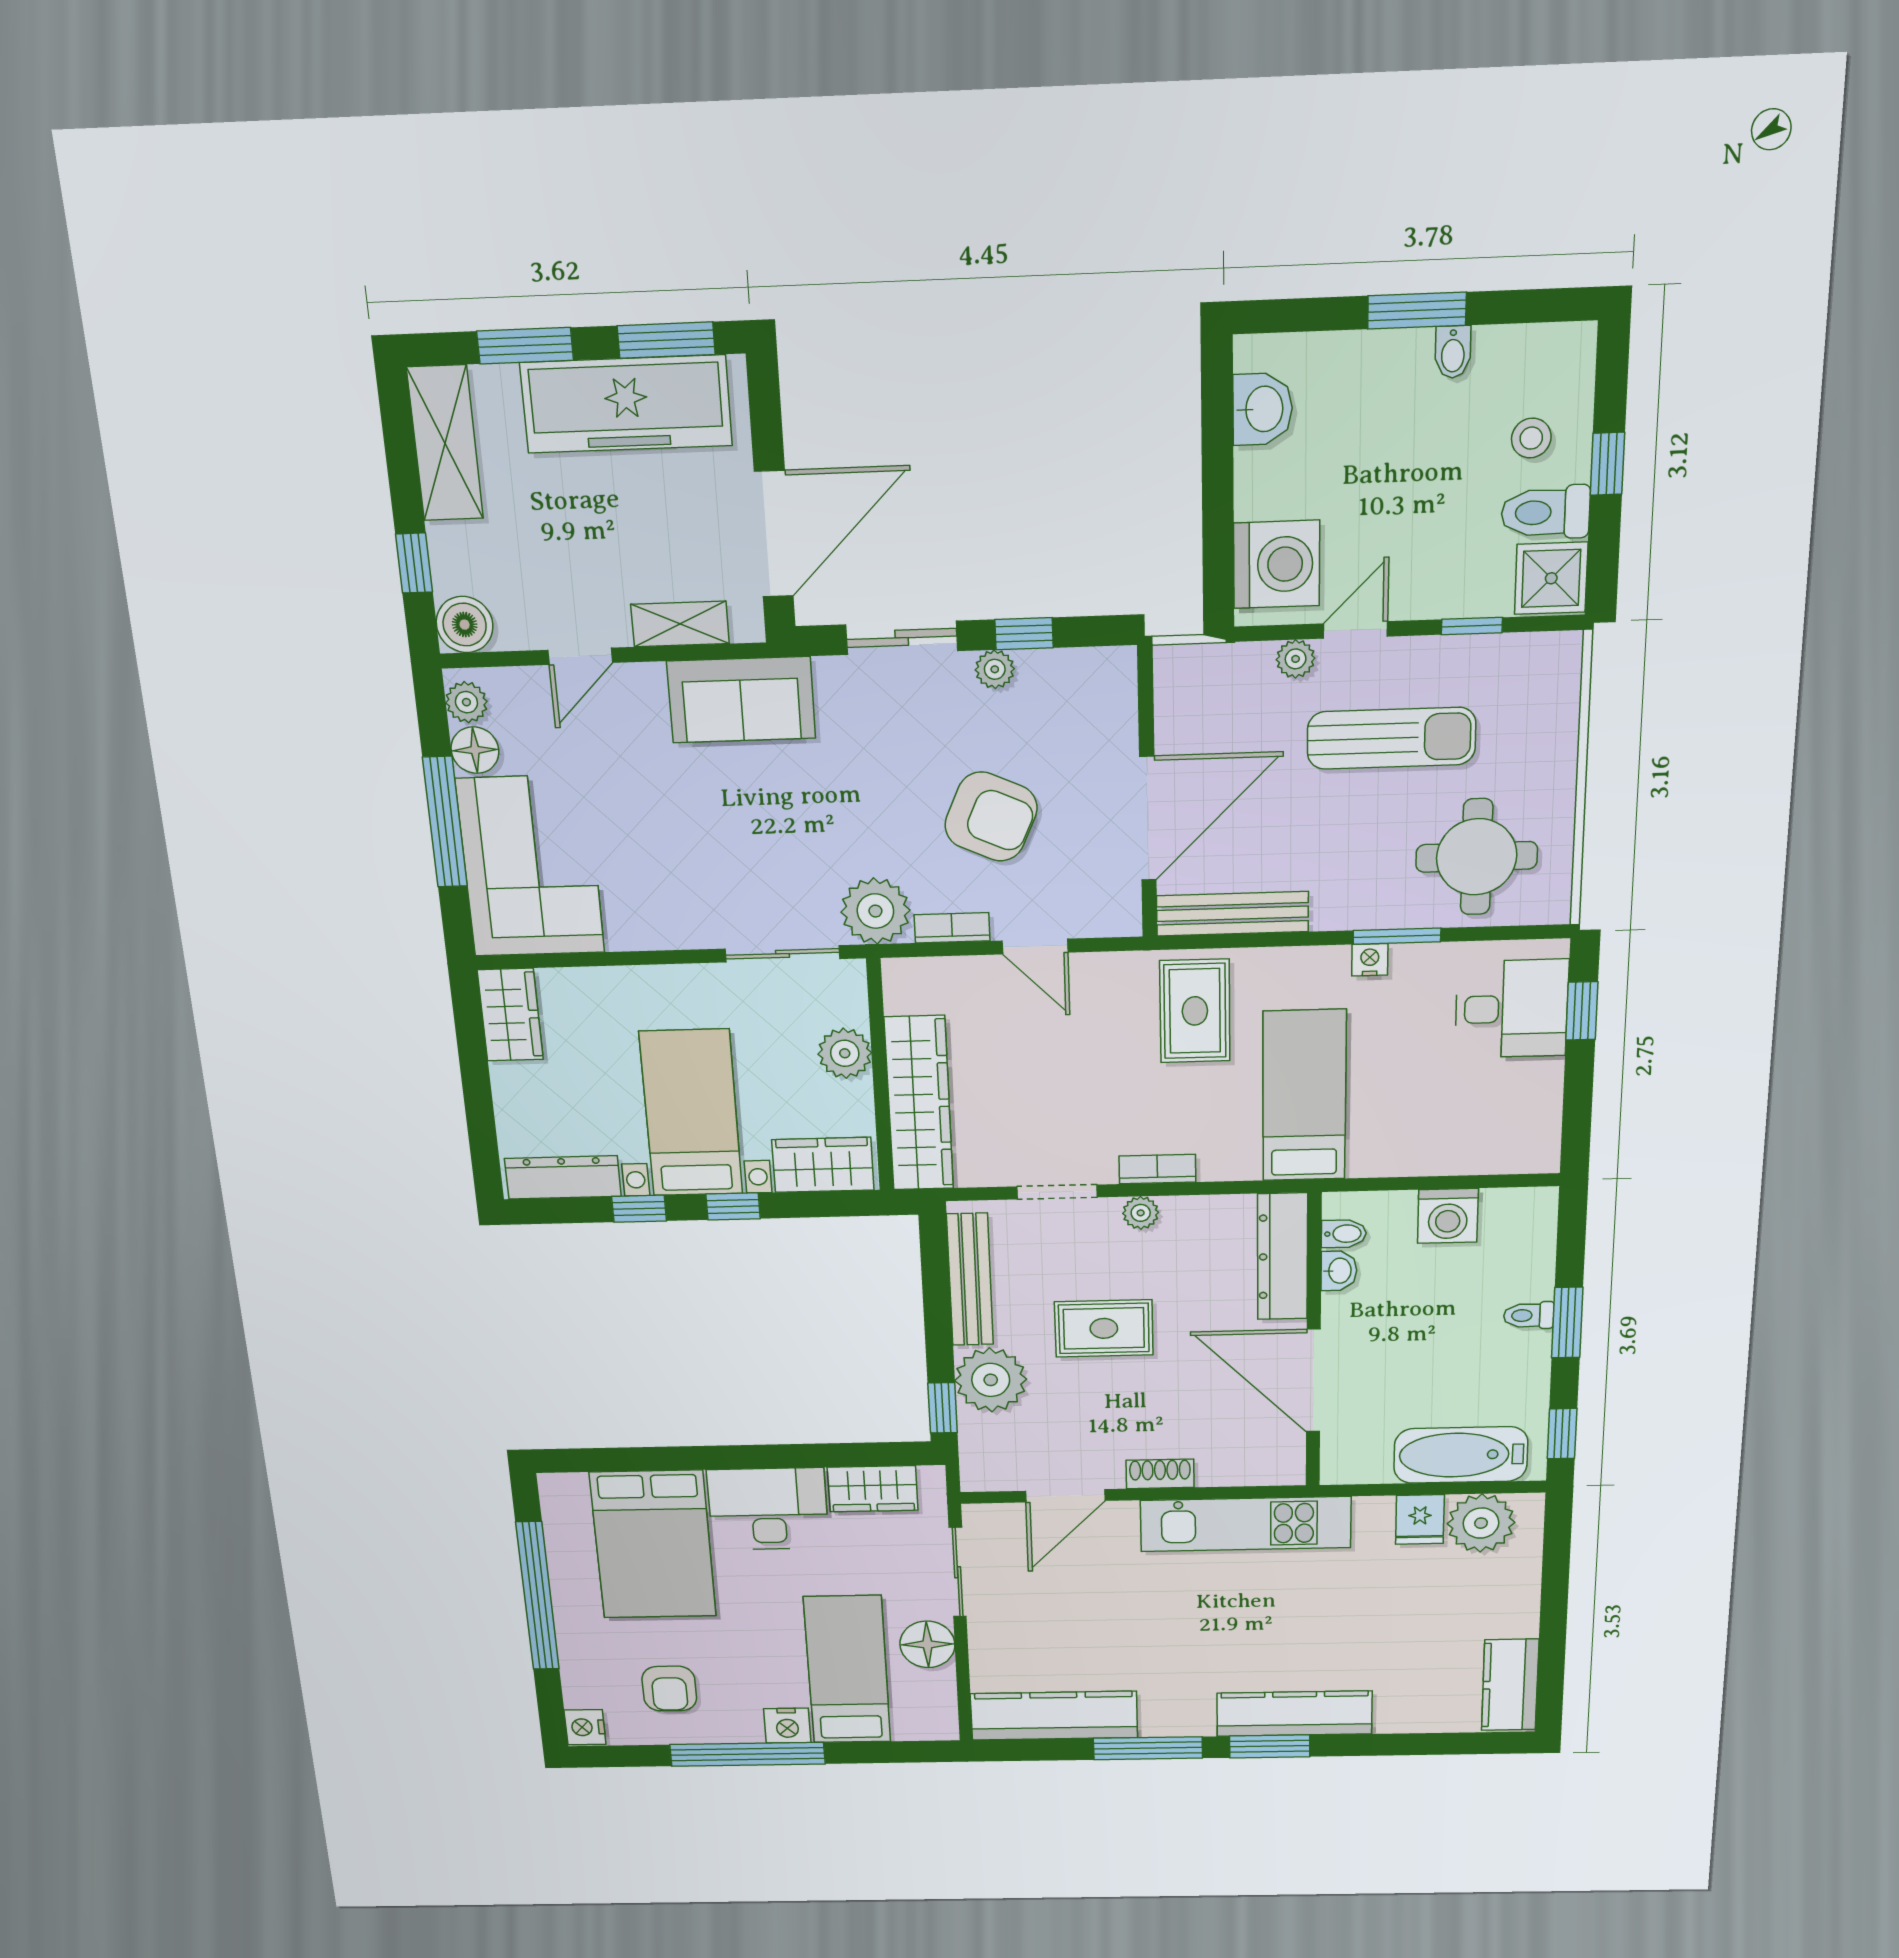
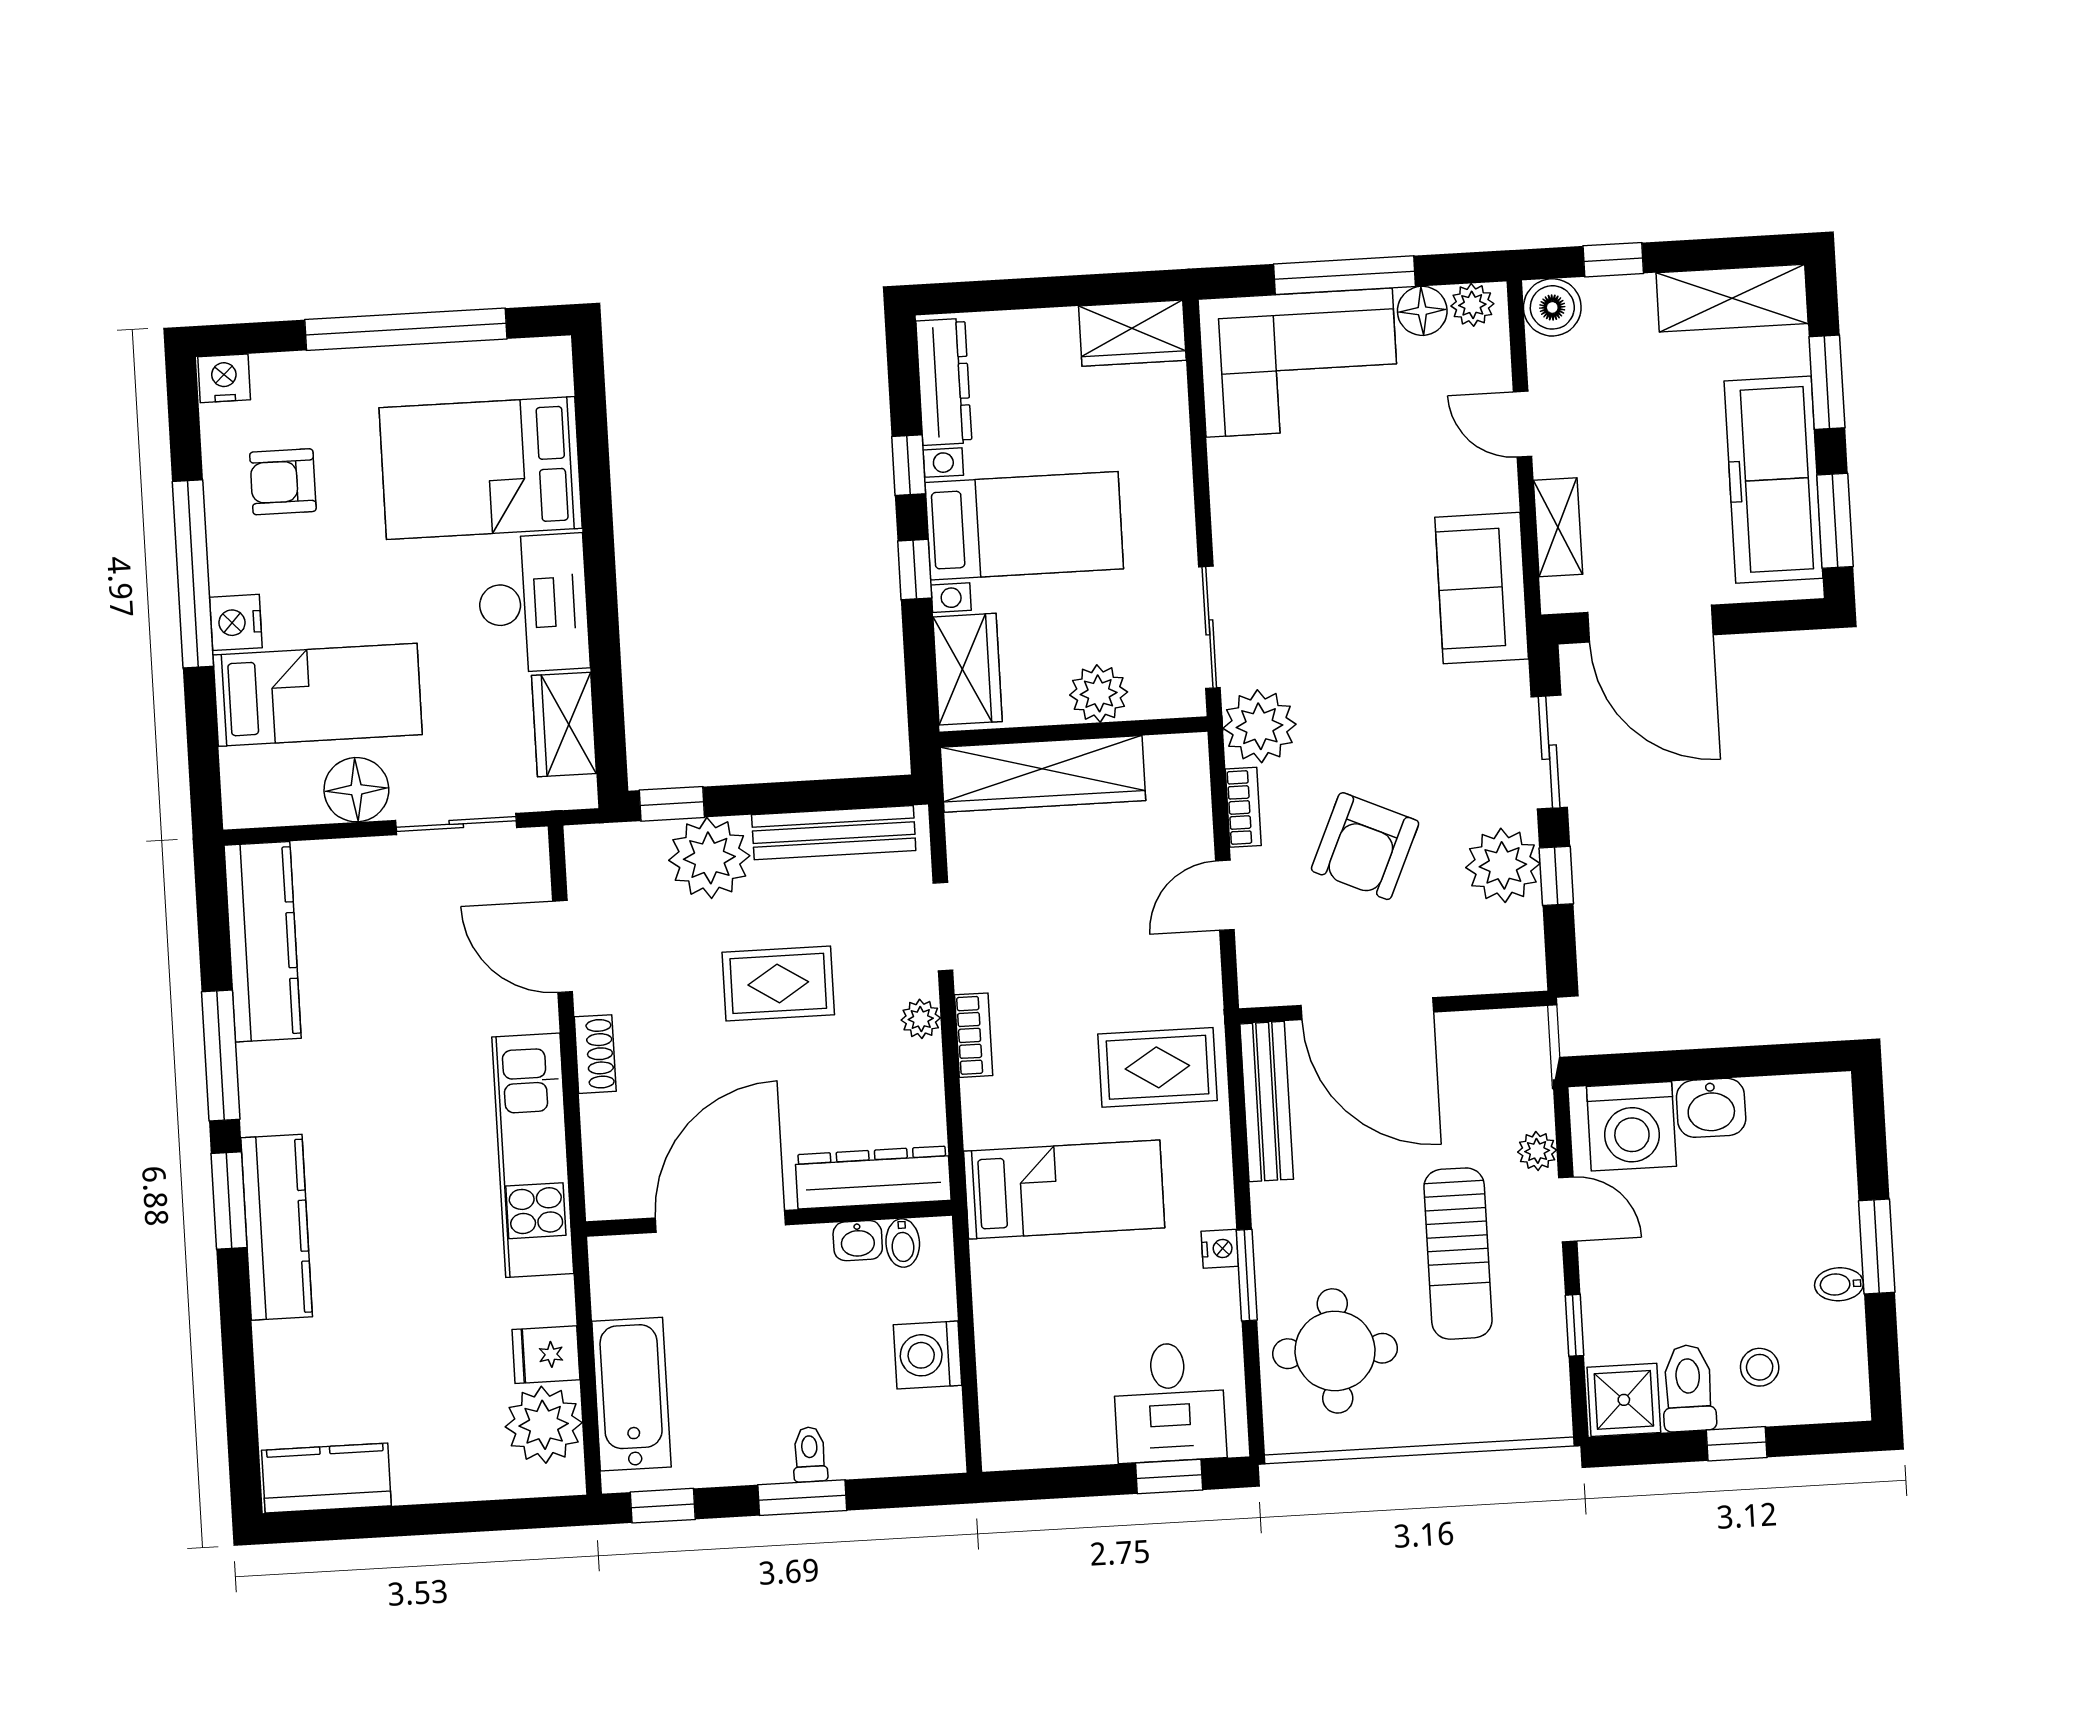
washbasin: (1263, 409) -> (1711, 1108), moved
plant: (995, 669) -> (1503, 865), width x1.88, depth x1.88
rug: (1104, 1328) -> (778, 983), turned 90

